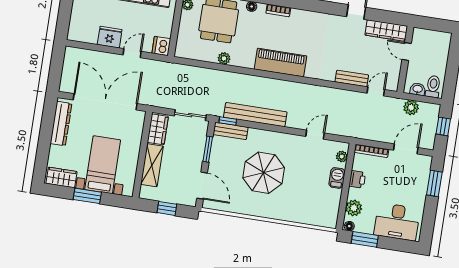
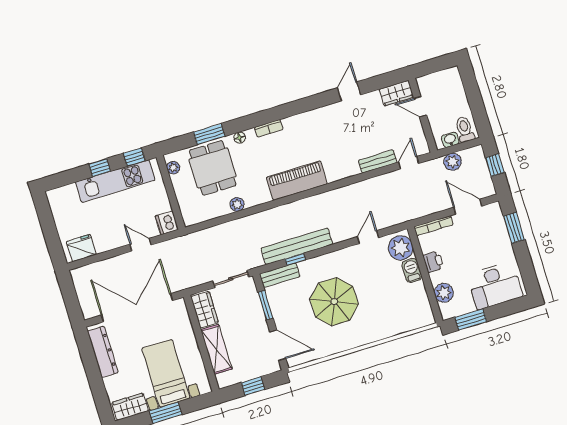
wardrobe: (386, 31) -> (396, 93), width x0.67
fridge: (110, 37) -> (81, 248), moved
door: (132, 53) -> (141, 245), hinge flipped
window: (228, 121) -> (295, 259), moved
door: (406, 149) -> (468, 207), hinge flipped
plant: (342, 157) -> (401, 248), width x1.87, depth x1.87
floor lamp: (349, 226) -> (448, 314), removed

